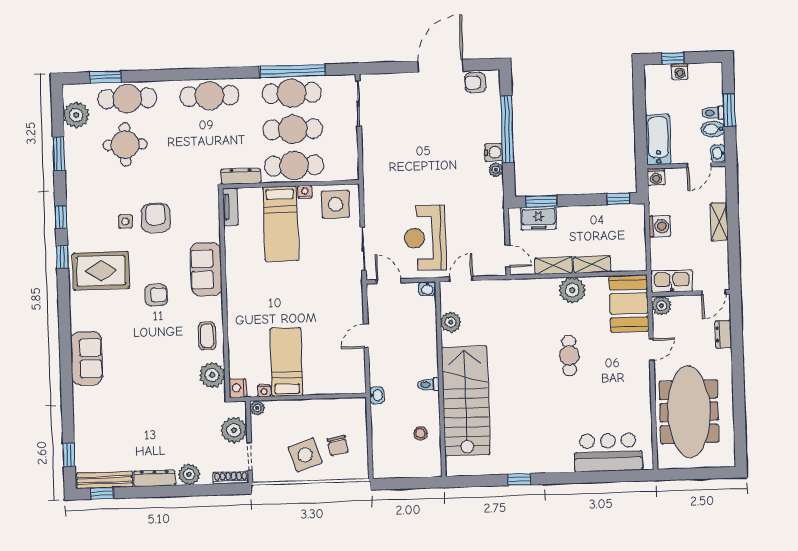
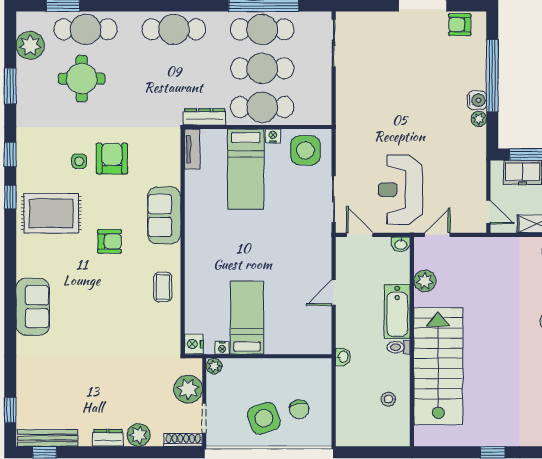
bathtub: (426, 351) -> (397, 312), added
plant: (212, 375) -> (167, 329), removed
dresser: (154, 478) -> (108, 438), width x0.70

